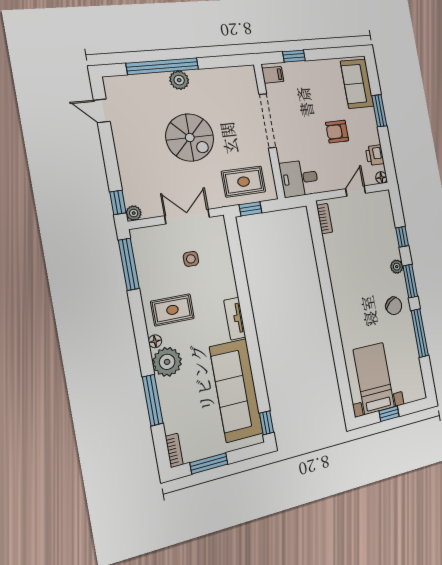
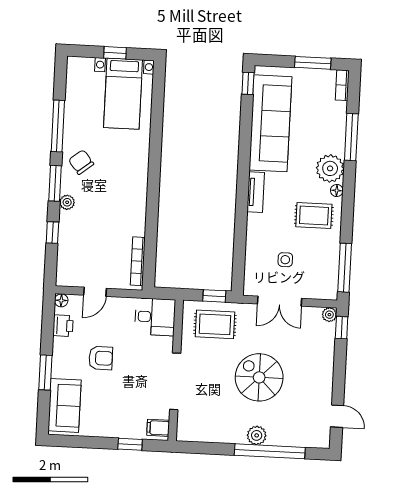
bookcase: (325, 219) -> (138, 261), width x1.56

